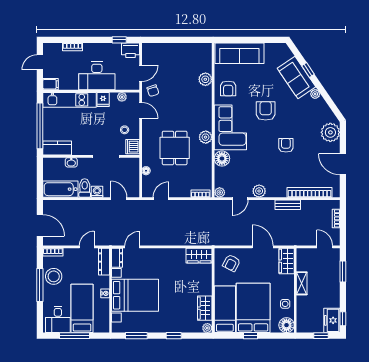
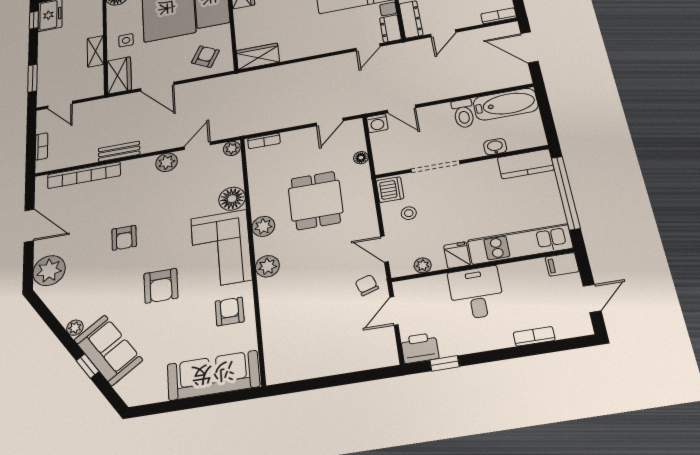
desk: (97, 76) -> (476, 293), width x0.73
plant: (205, 79) -> (267, 266), moved
washing machine: (97, 192) -> (377, 123), moved
side table: (285, 304) -> (126, 40), moved

